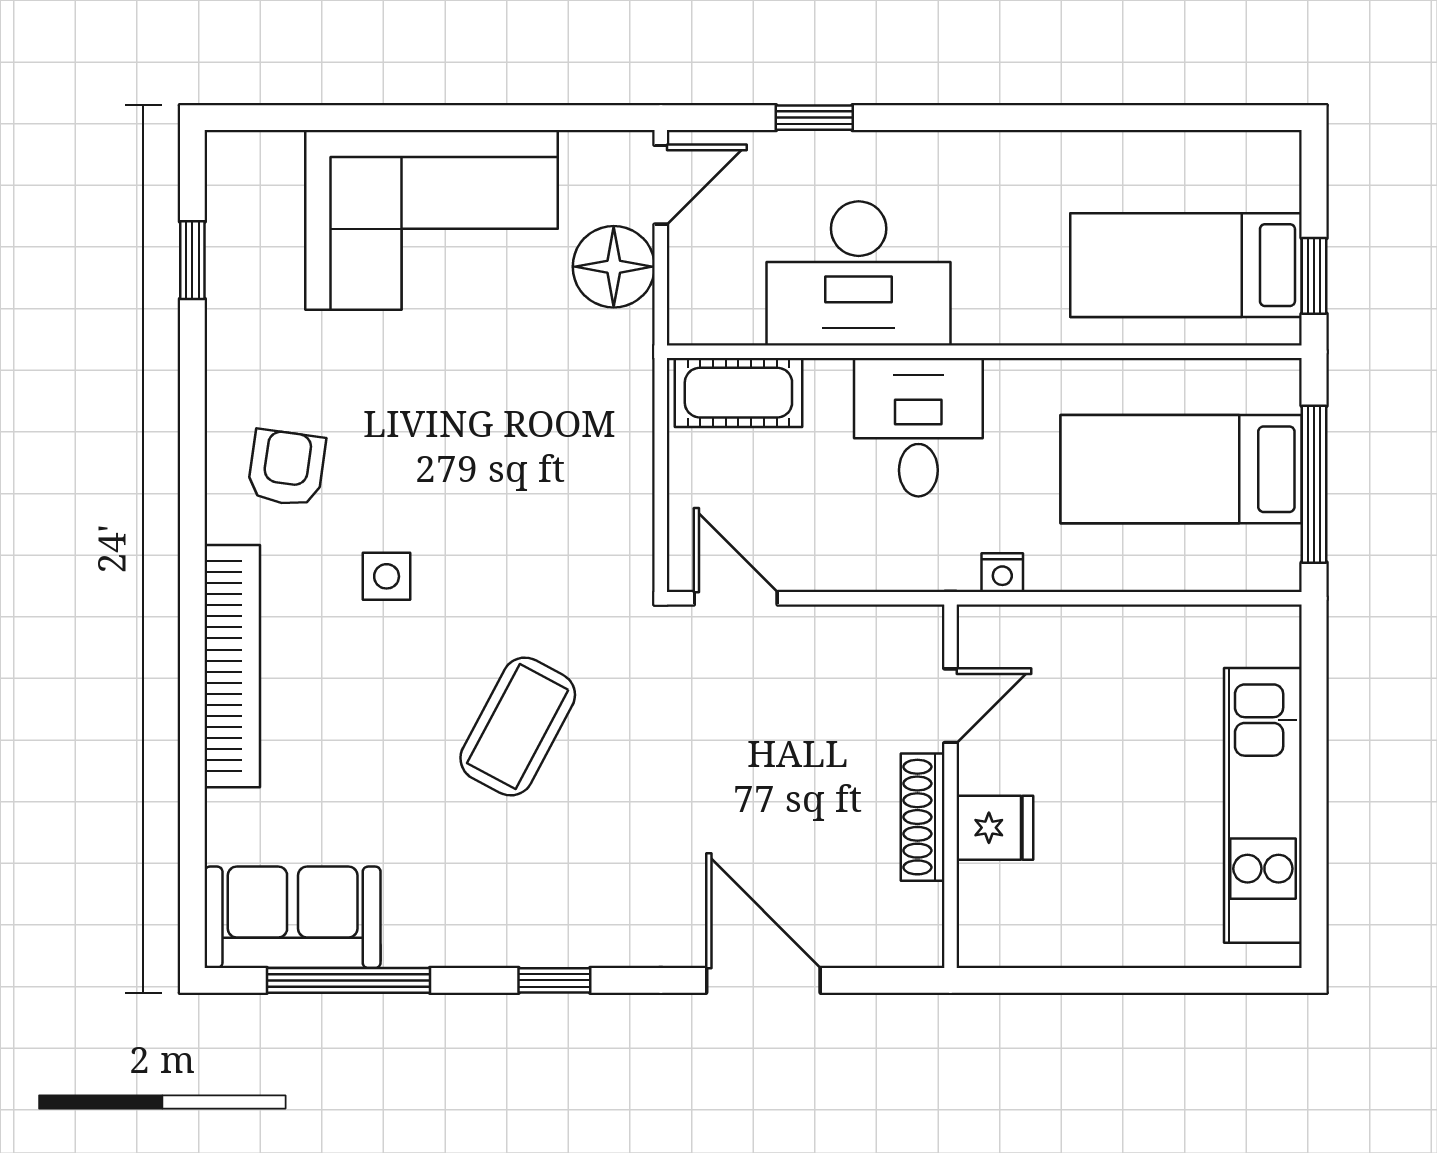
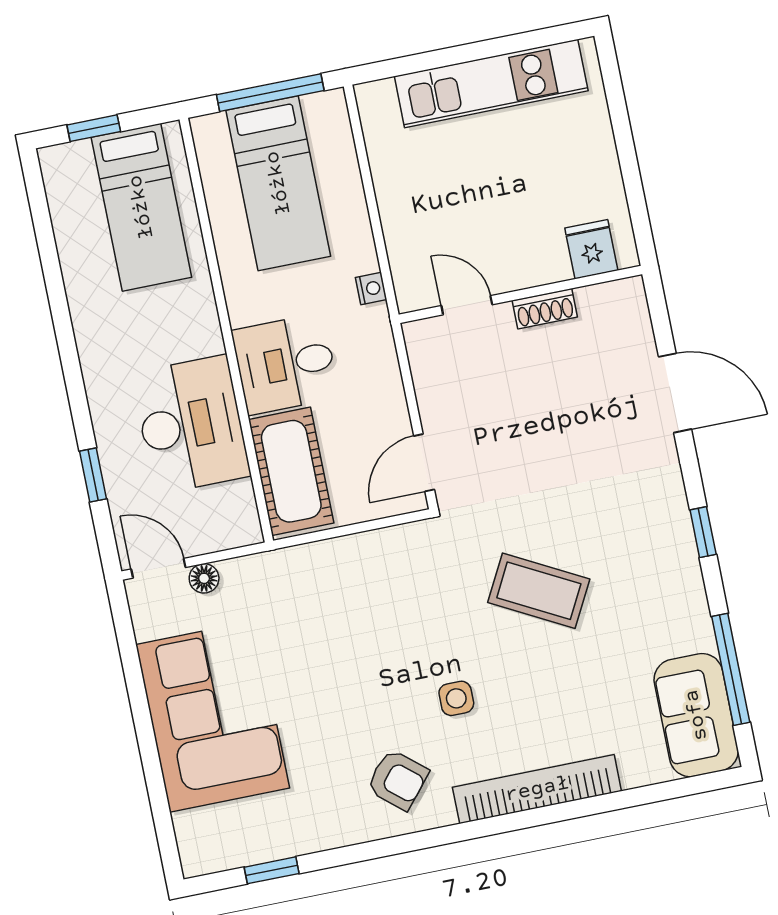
floor lamp: (614, 267) -> (204, 578), width x0.53, depth x0.53
window: (1314, 276) -> (94, 128), moved
cot: (738, 393) -> (291, 471), width x1.37, depth x1.34
armchair: (286, 468) -> (398, 780), turned -148
shoe rack: (923, 817) -> (545, 309), width x0.70
fridge: (995, 828) -> (591, 249), moved
door: (763, 980) -> (675, 393), swing flipped

